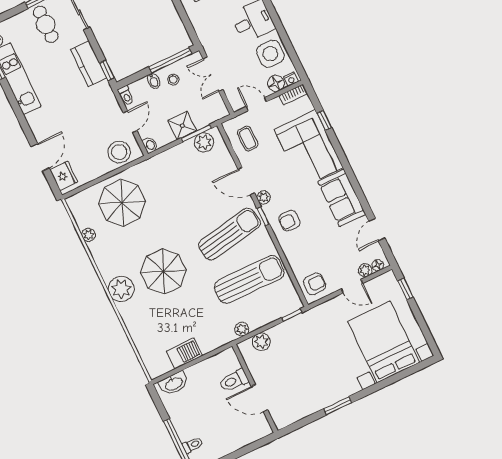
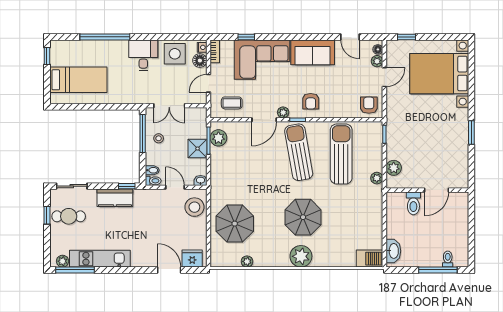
bidet: (154, 81) -> (152, 170), moved
barbecue: (184, 353) -> (370, 259), moved, turned 90

